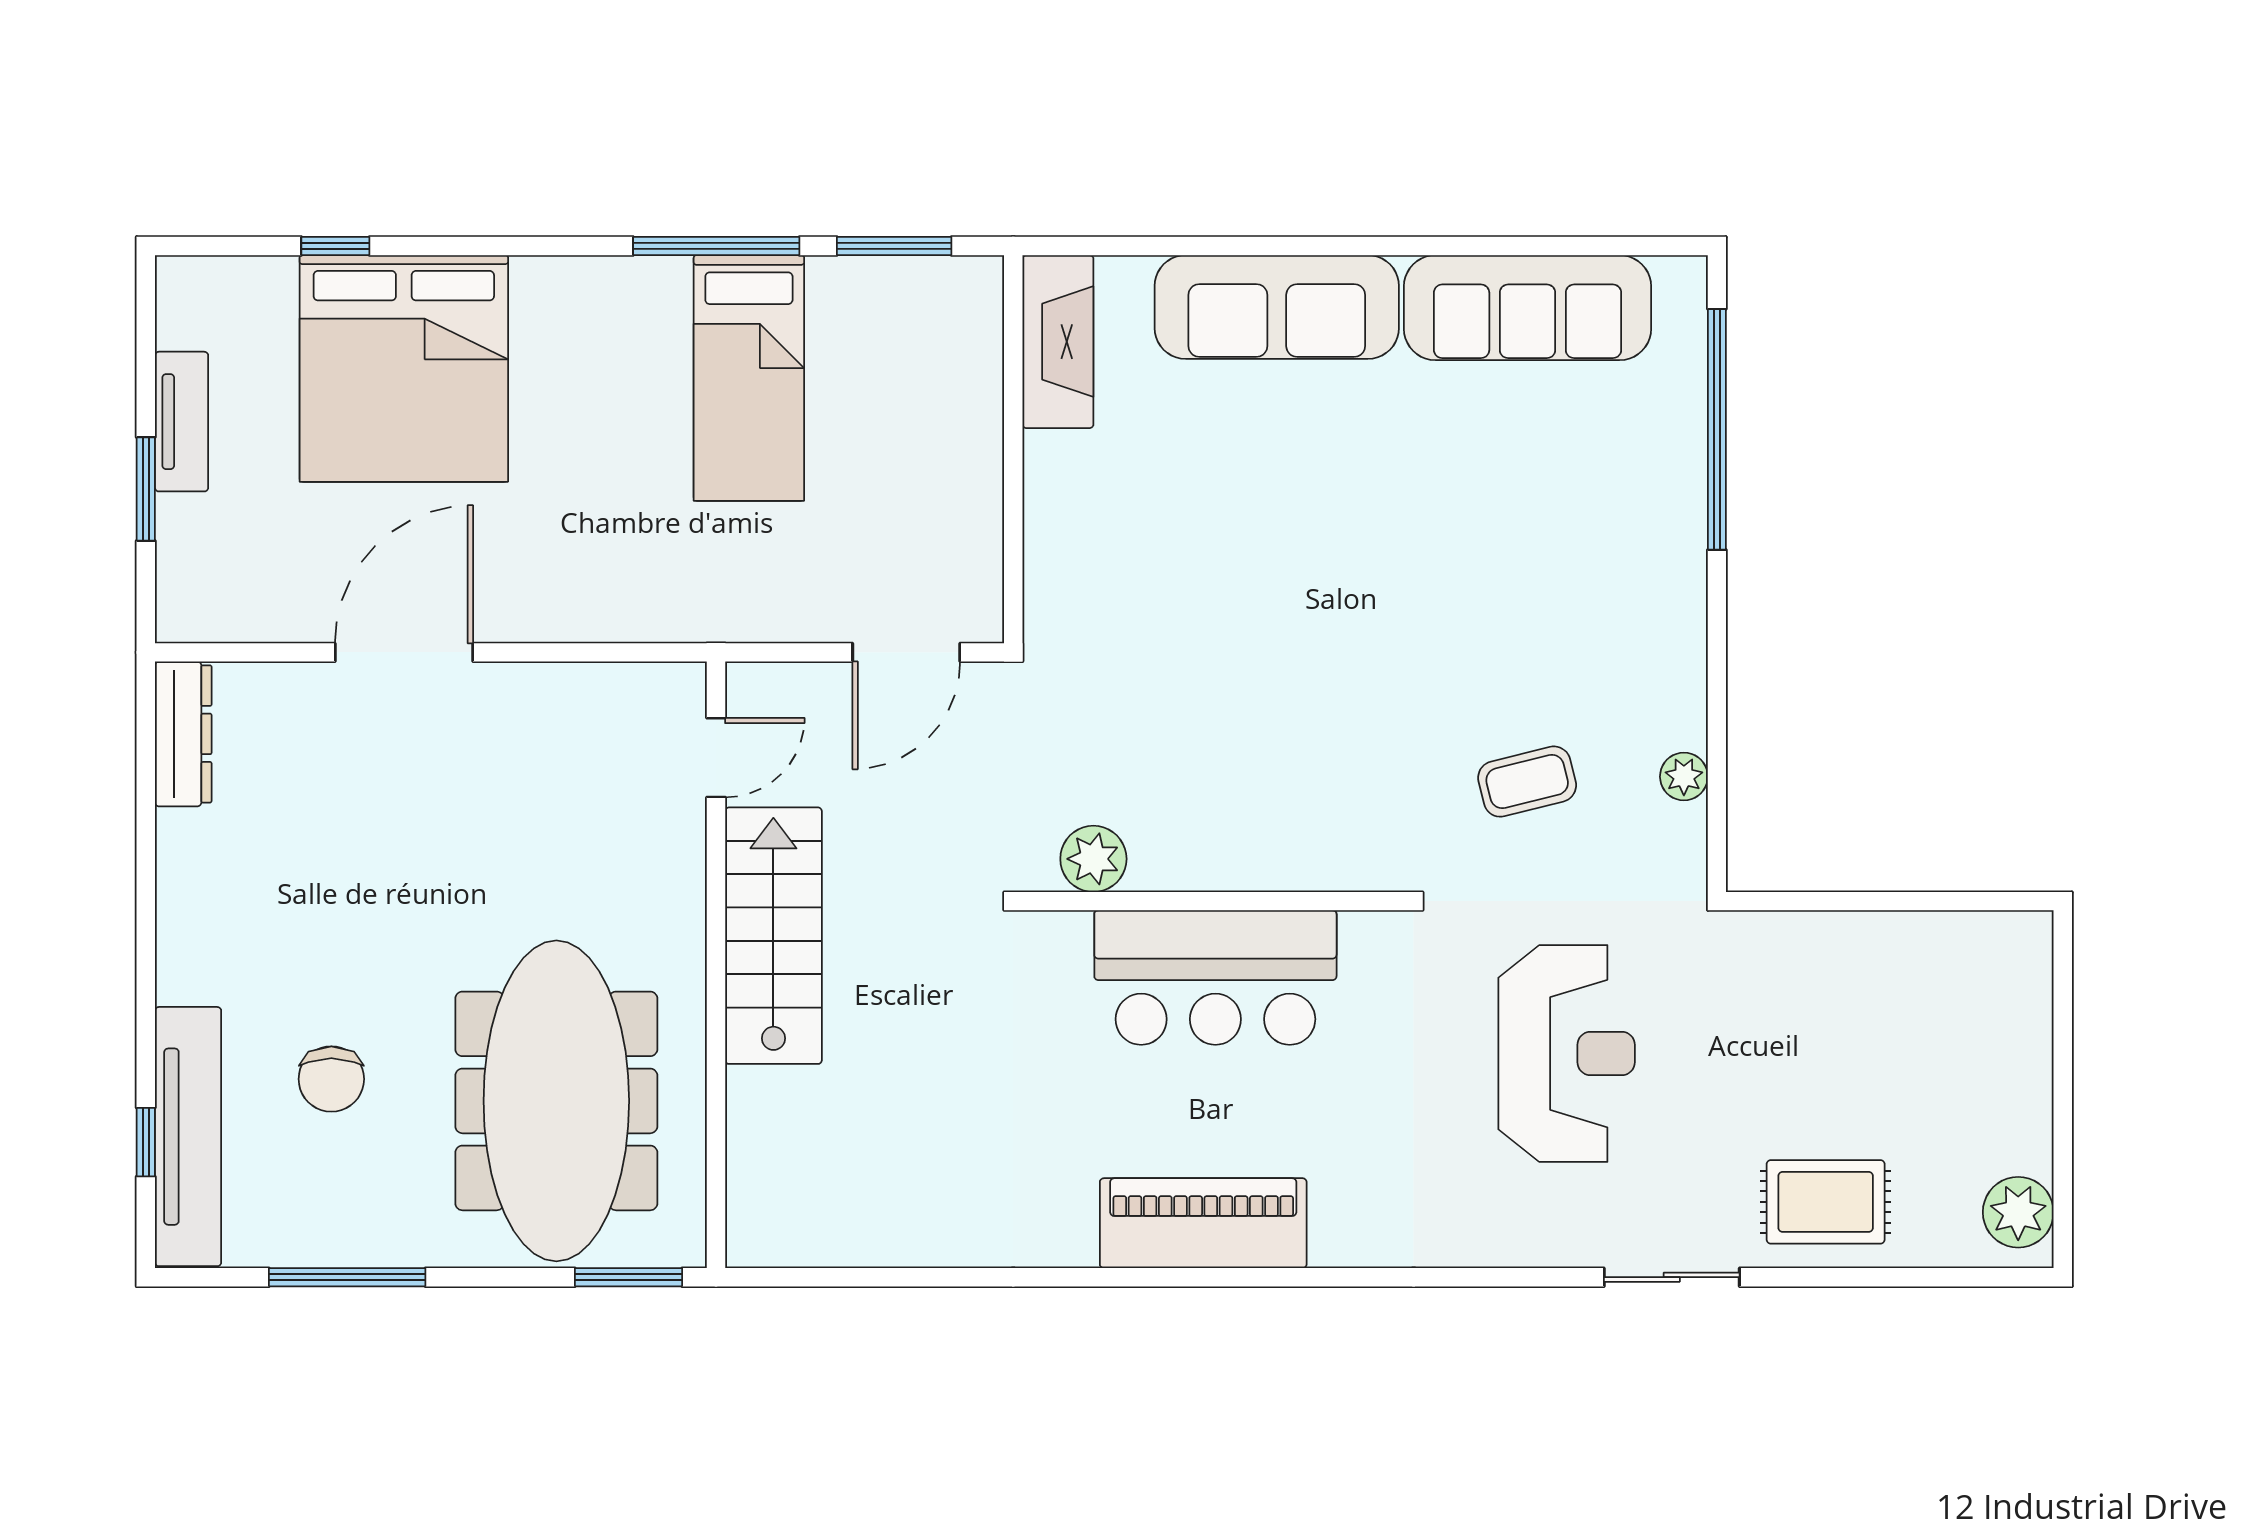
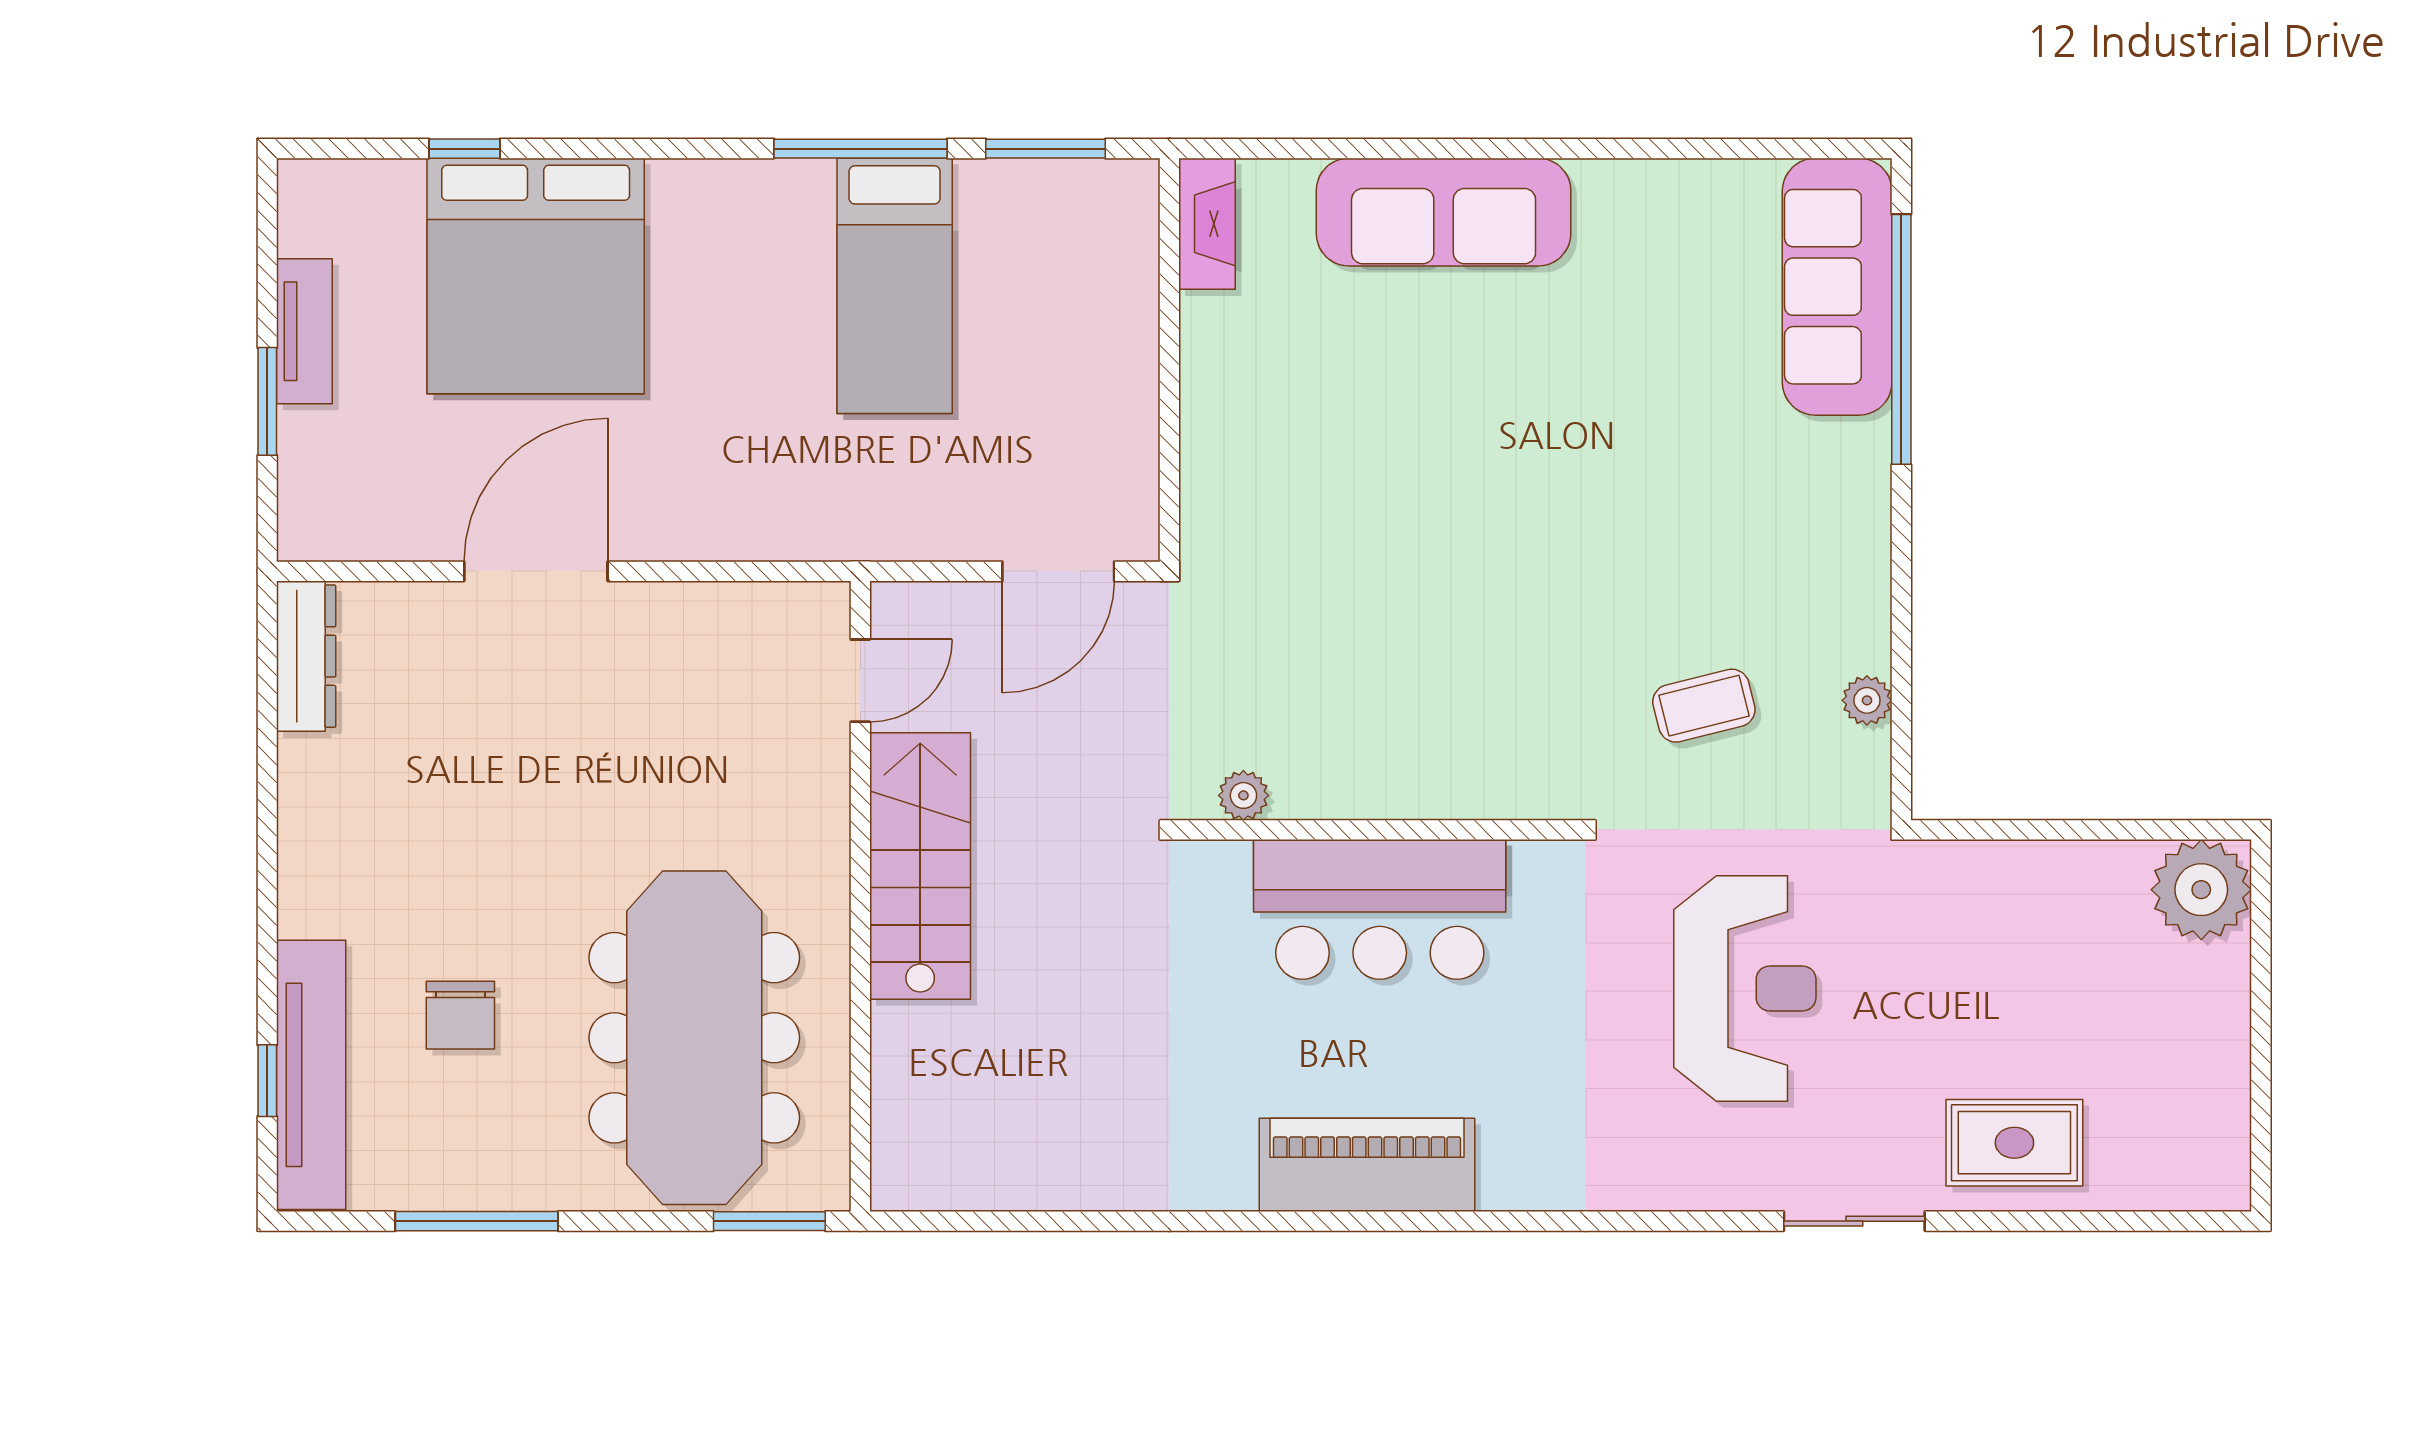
sofa: (1528, 308) -> (1837, 287), moved, turned 90
fireplace: (1058, 342) -> (1207, 224), width x0.73, depth x0.76
plant: (1093, 859) -> (1243, 795), width x0.73, depth x0.73
plant: (2018, 1212) -> (2201, 890), moved, width x1.36, depth x1.36

